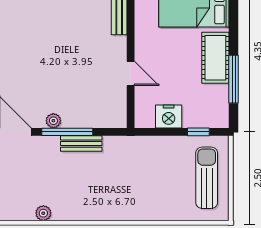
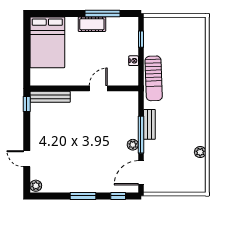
cot: (215, 58) -> (92, 24), width x0.73, depth x0.75
nightstand: (169, 117) -> (134, 61), width x0.53, depth x0.56
sun lounger: (207, 178) -> (154, 78), moved, turned -92

